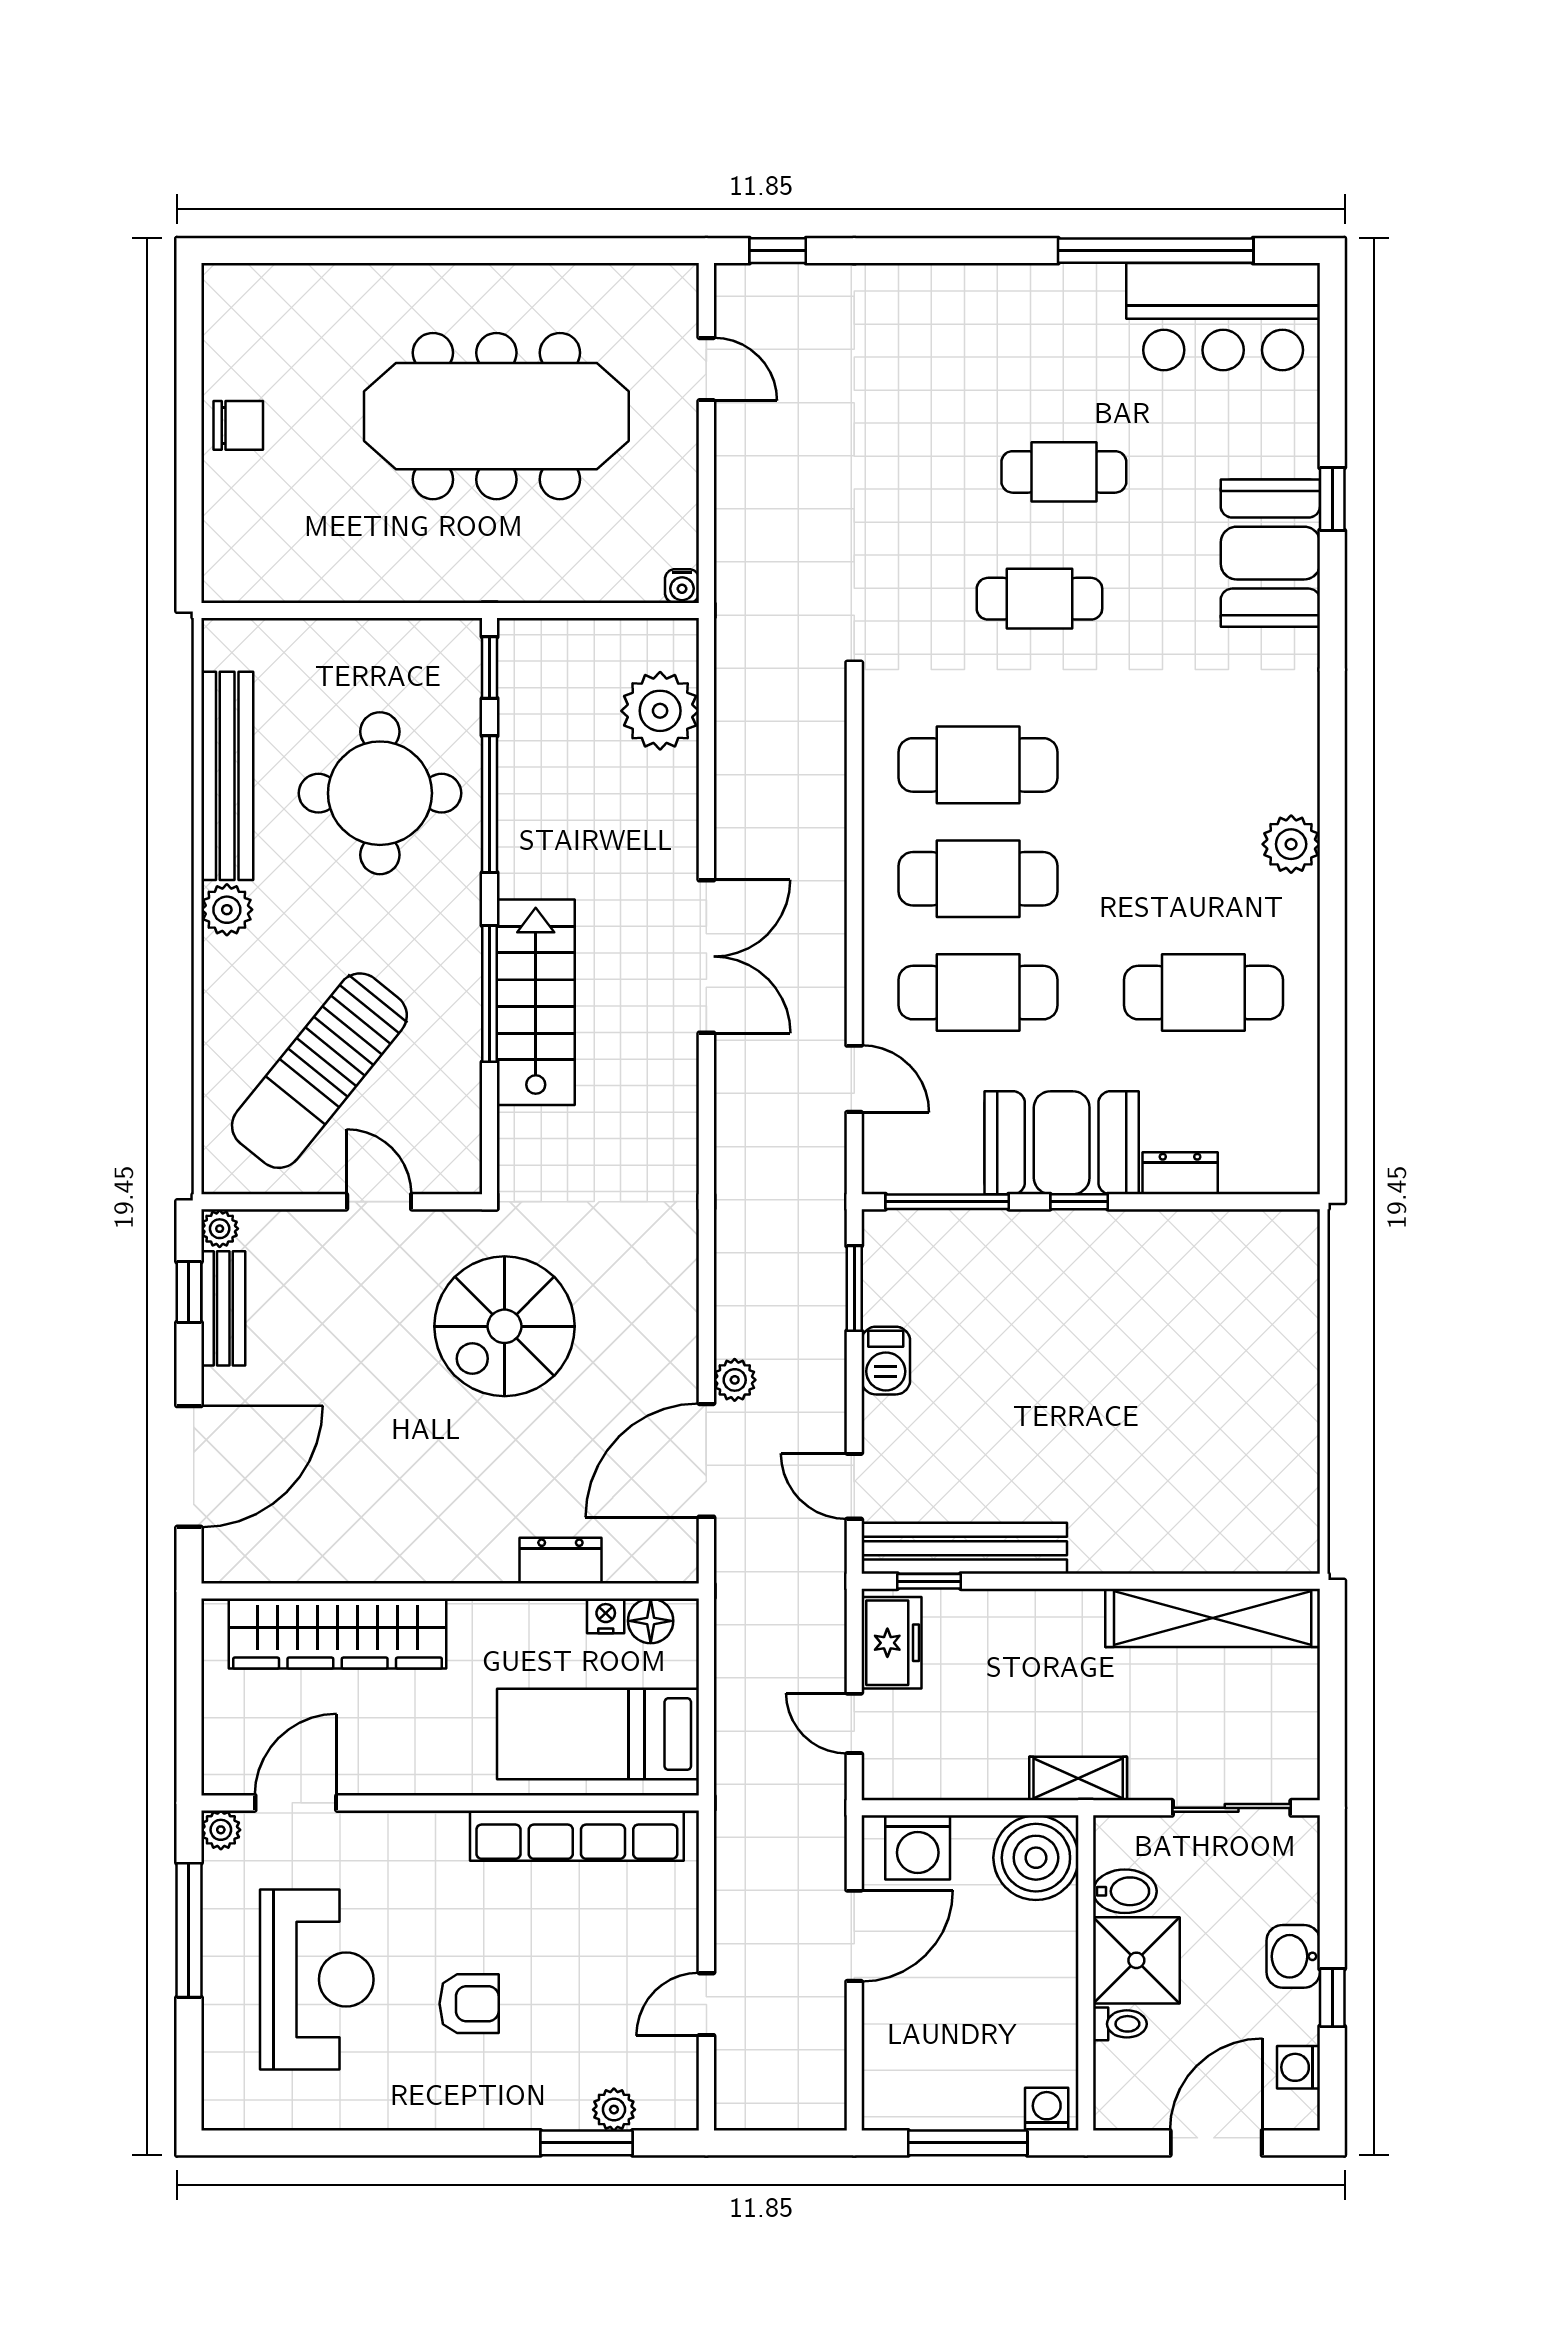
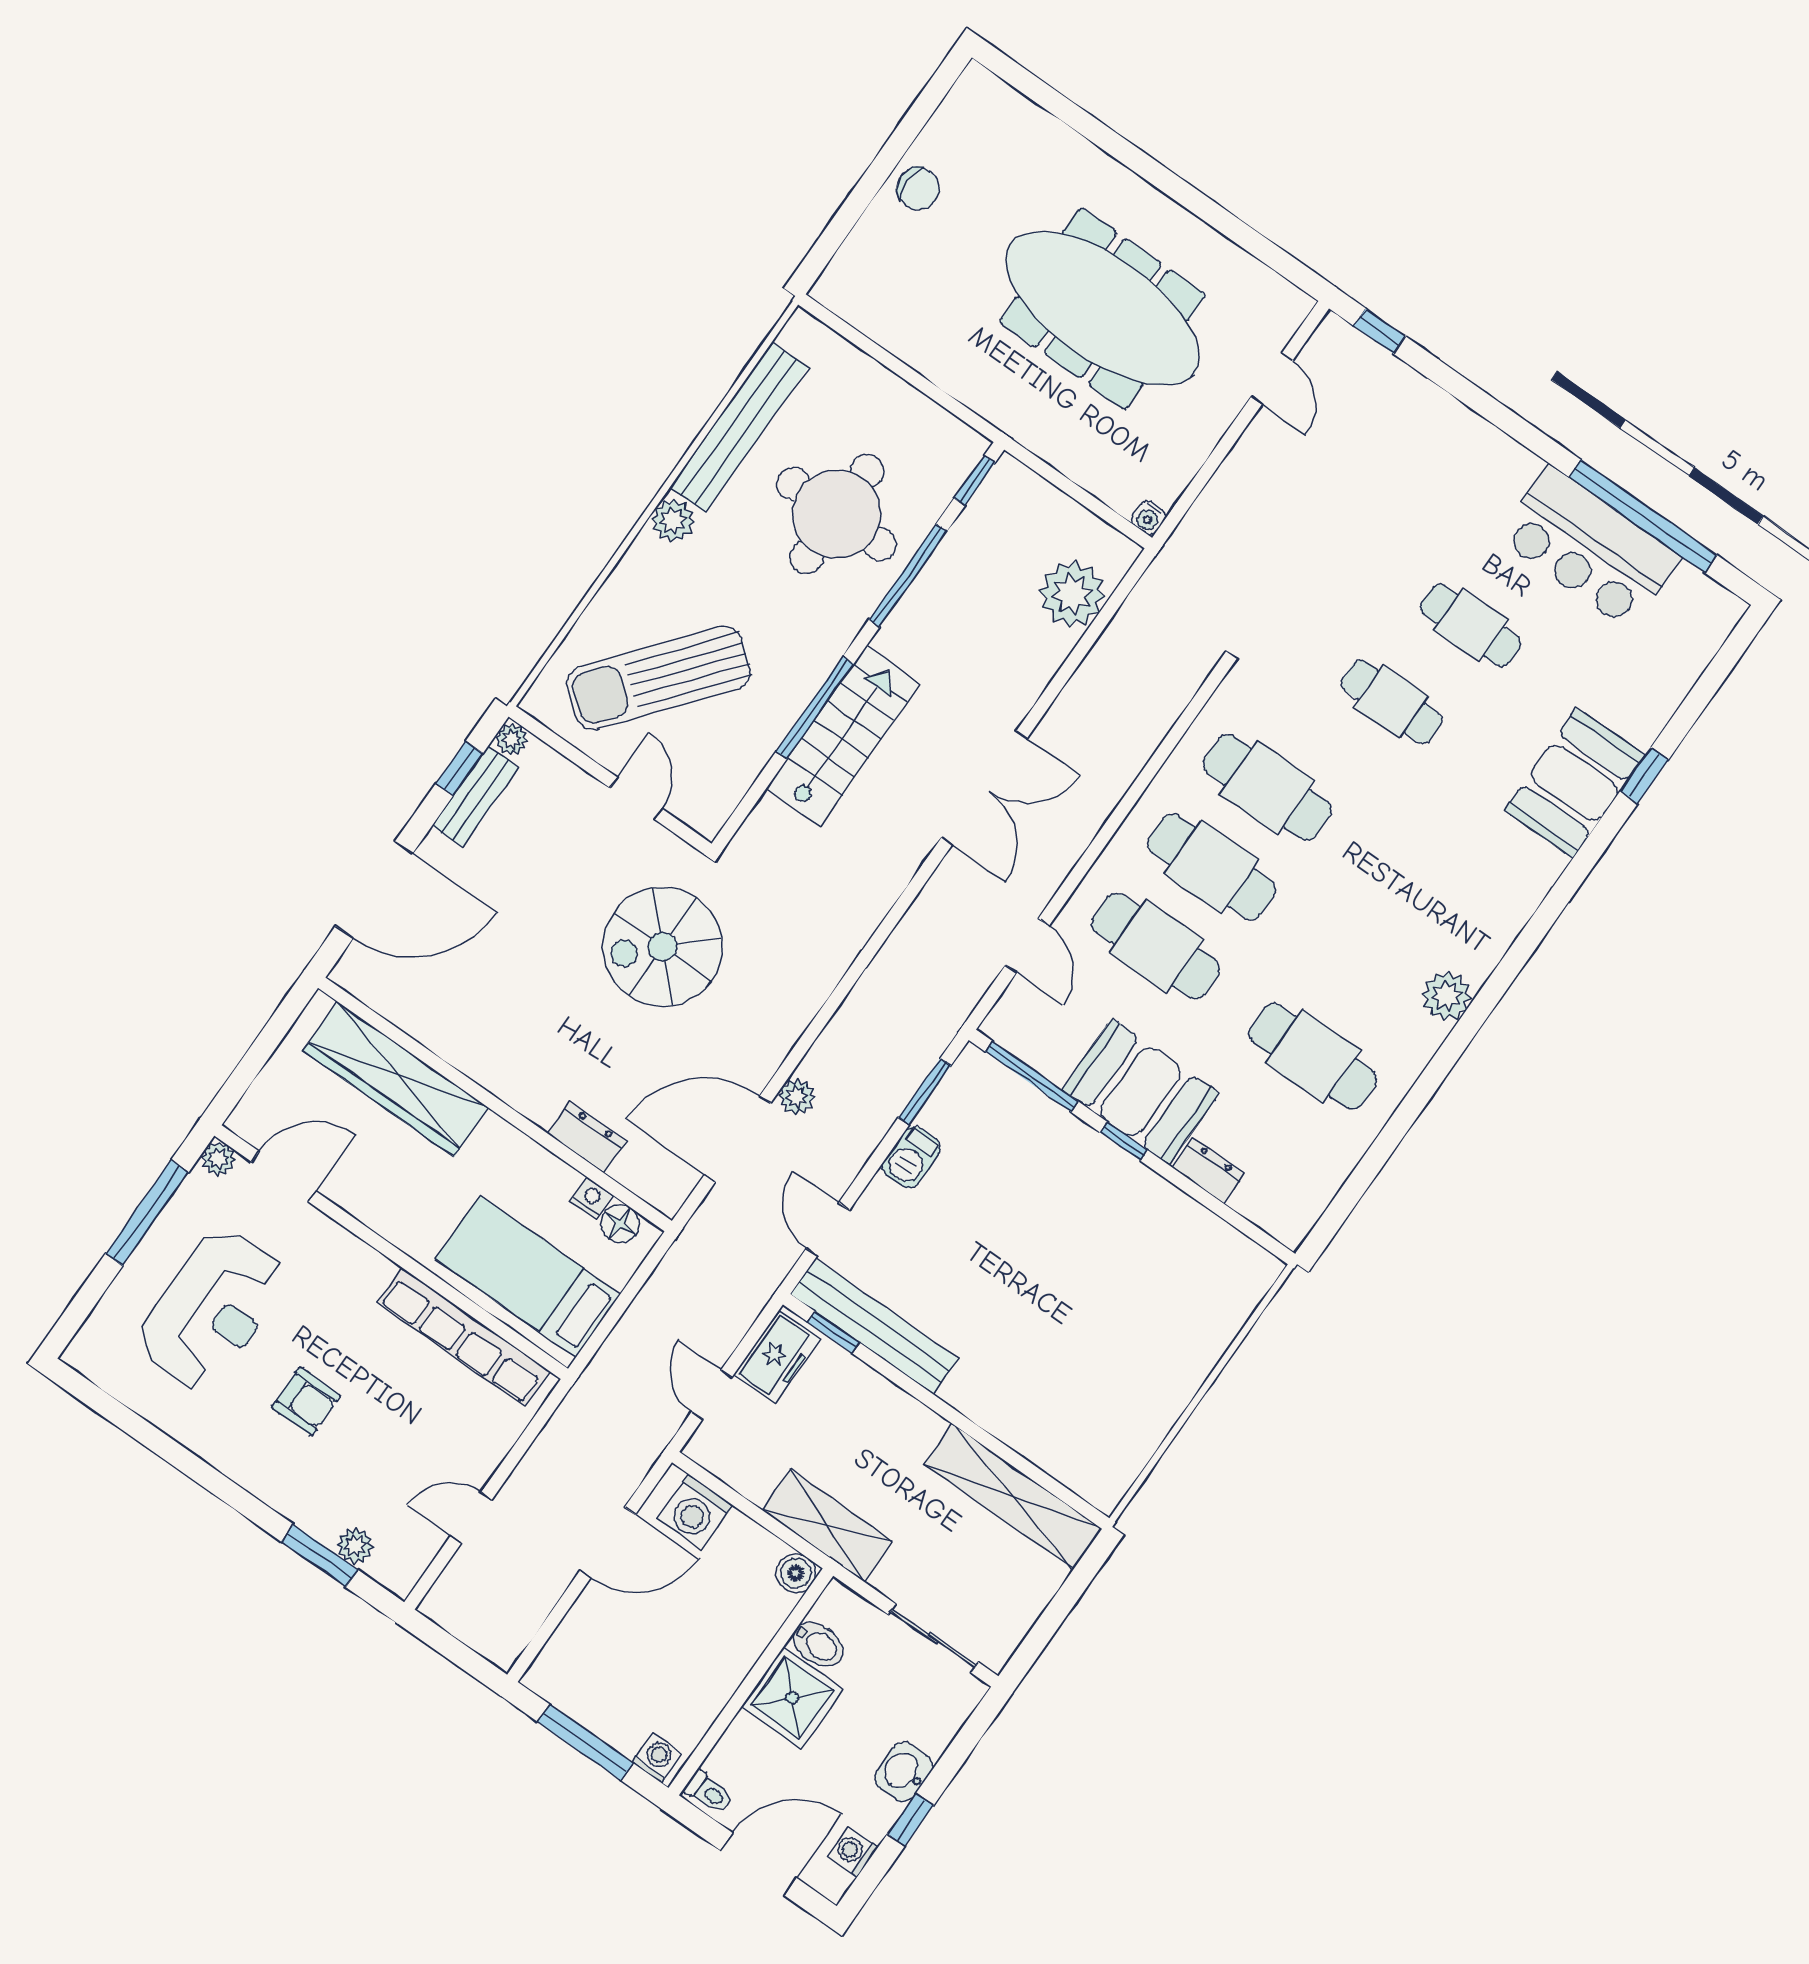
bar counter: (1223, 317) -> (1589, 547), moved
shelving: (1078, 1779) -> (827, 1526), width x1.50, depth x1.33
boiler: (1036, 1858) -> (796, 1573), width x0.54, depth x0.54
toilet: (1120, 2024) -> (709, 1792), moved

